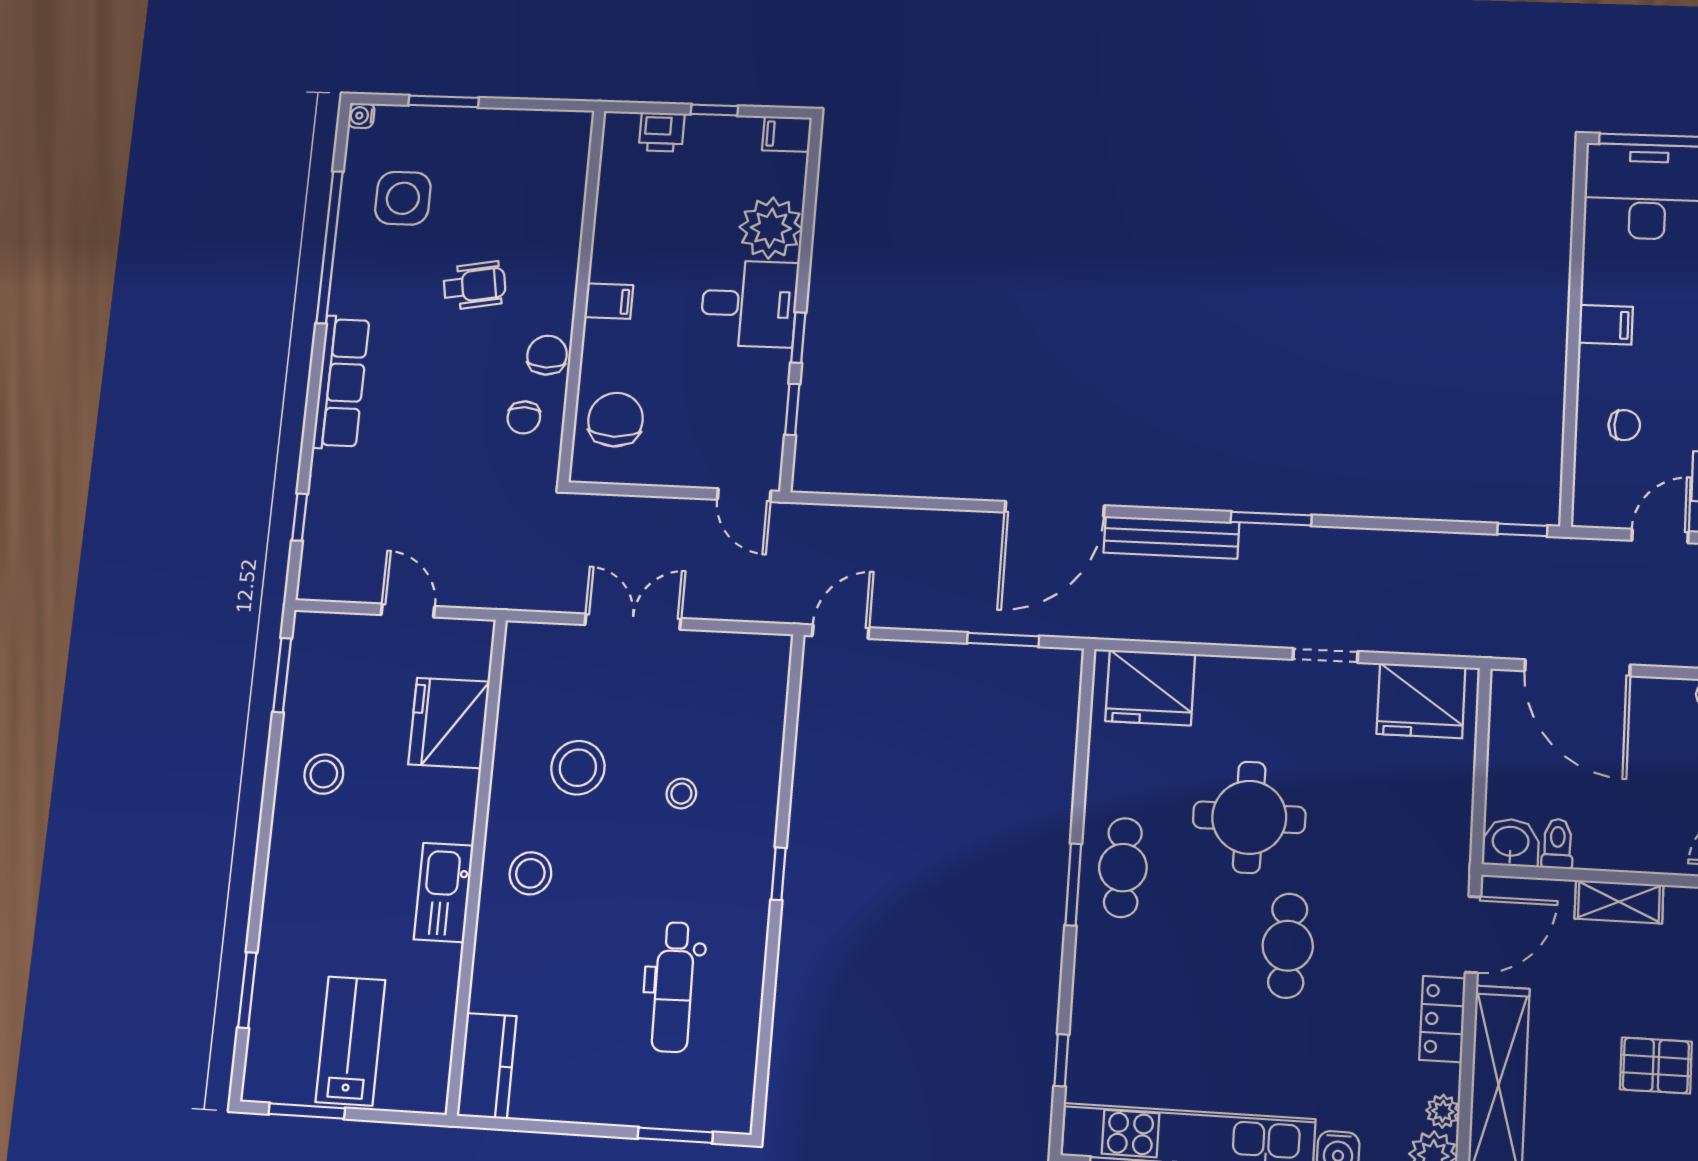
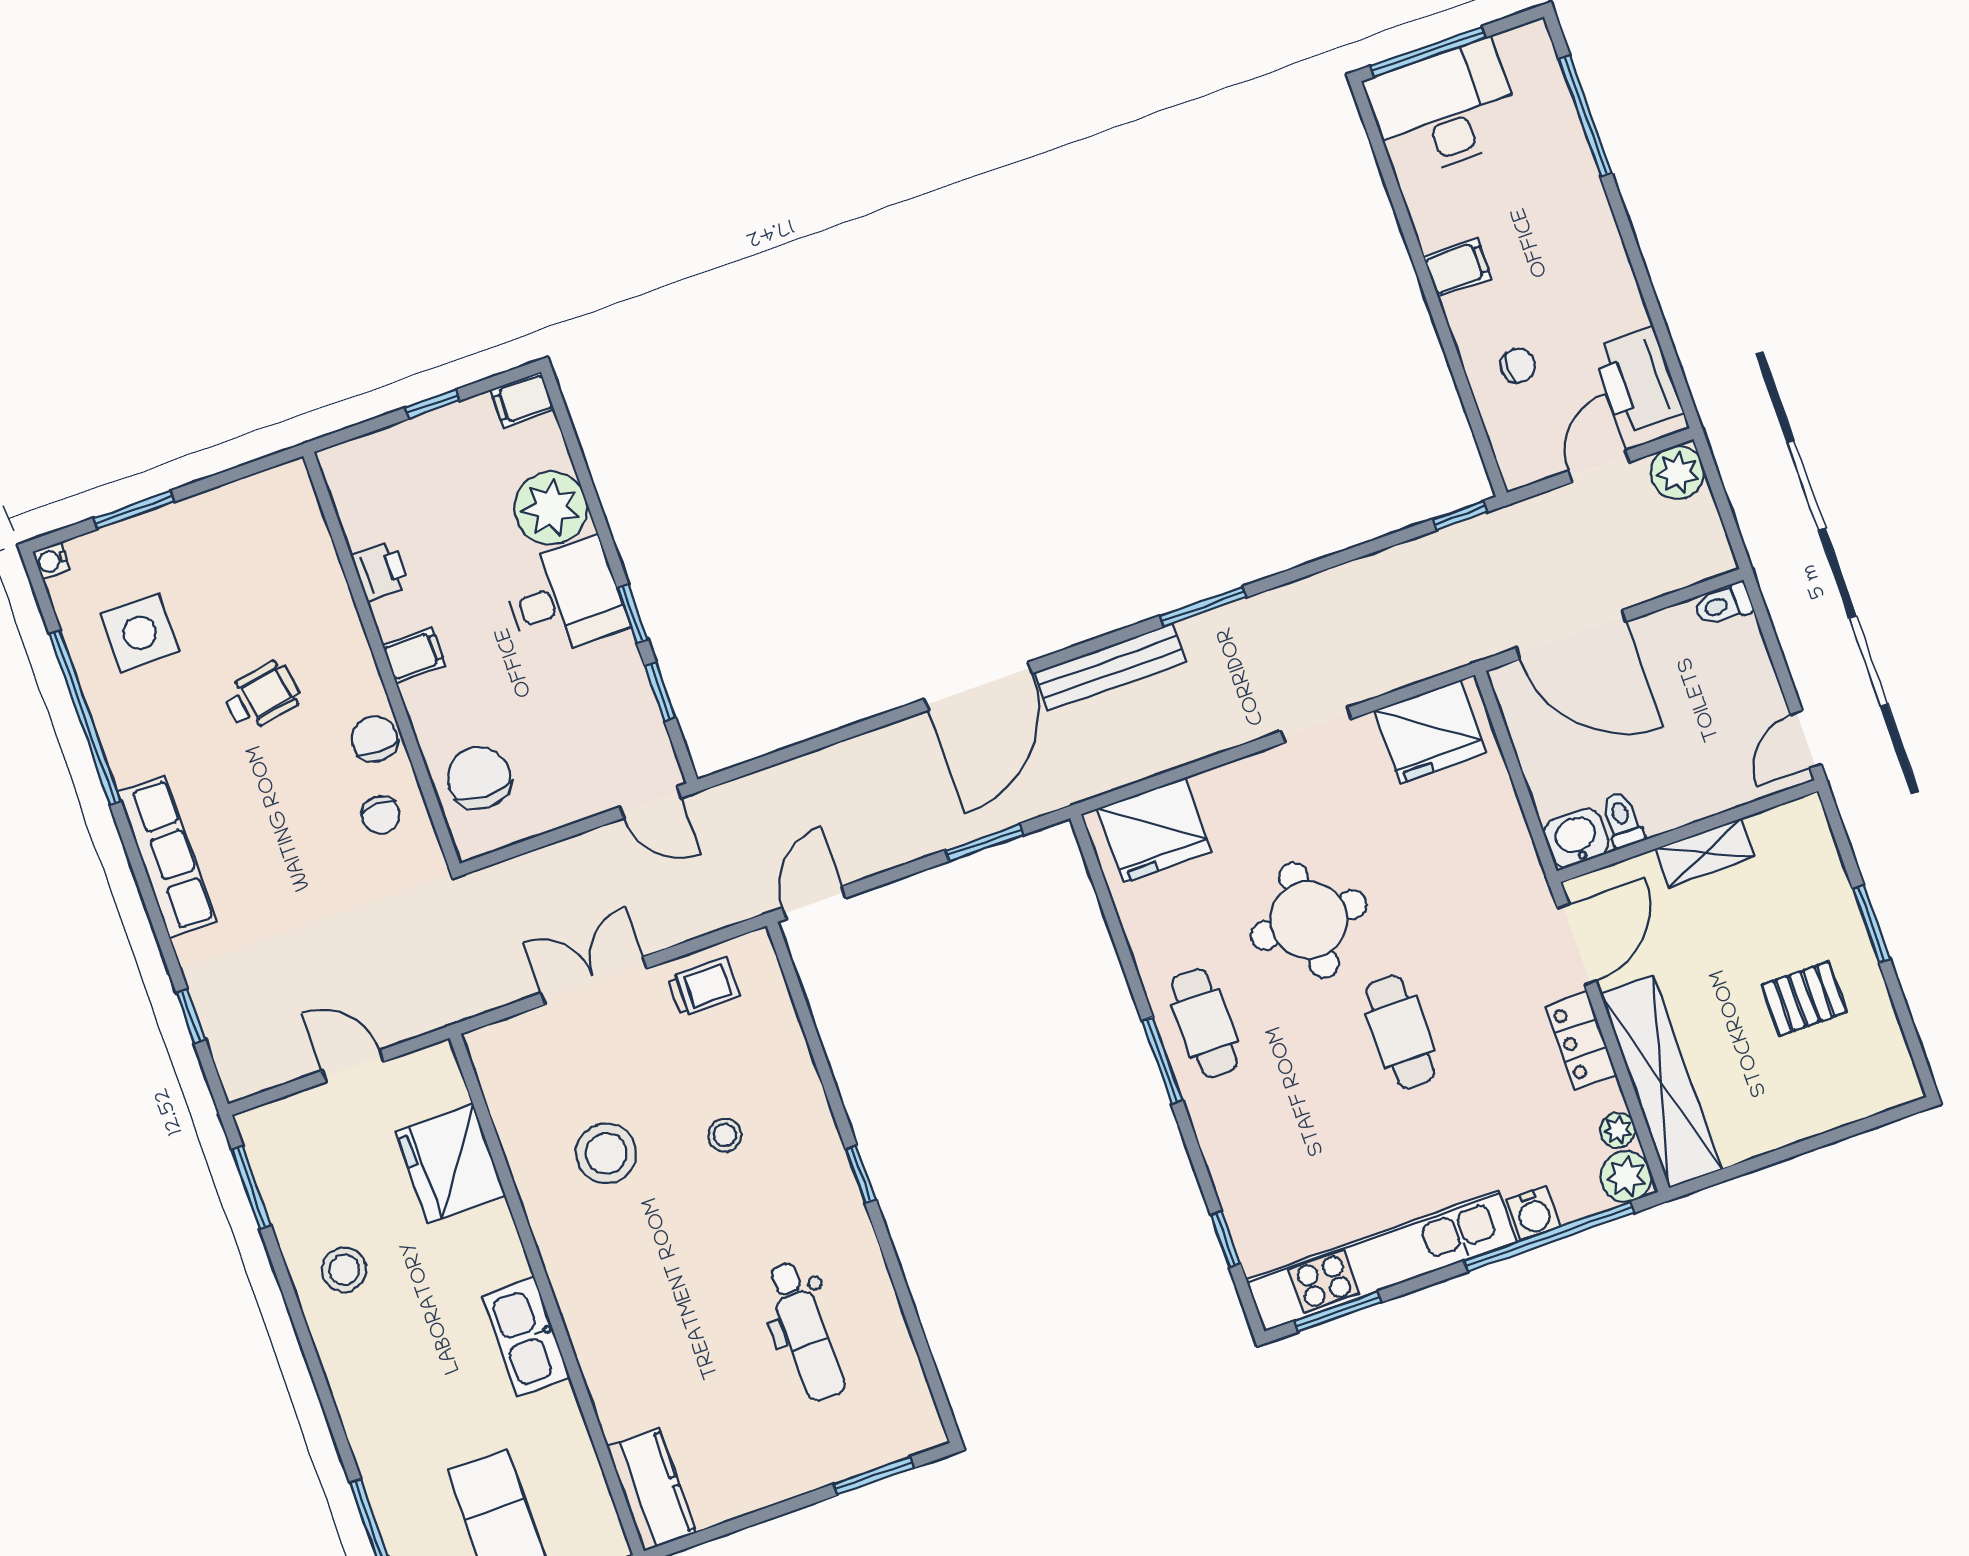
printer: (662, 132) -> (380, 571), moved, turned -90
trolley: (719, 664) -> (704, 987), added
stool: (530, 873) -> (607, 1280), removed

